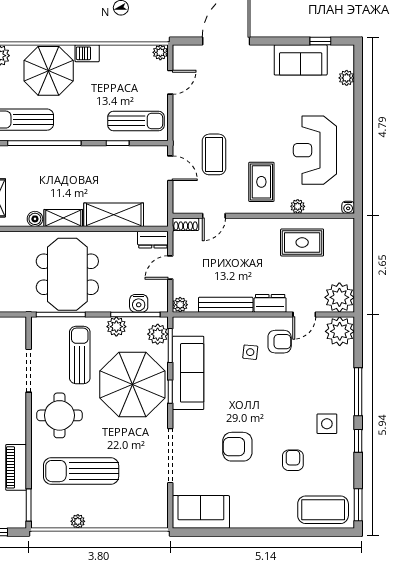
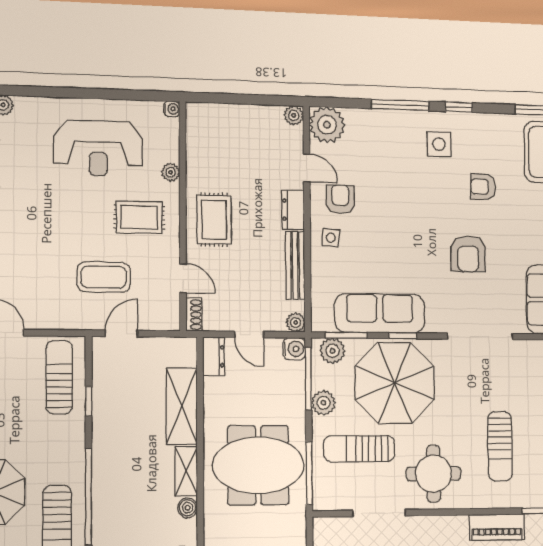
rug: (302, 242) -> (214, 220), moved
plant: (339, 297) -> (294, 115), width x0.53, depth x0.53
water cooler: (139, 303) -> (294, 349), moved
side table: (250, 352) -> (331, 238), moved
sun lounger: (81, 471) -> (500, 446), width x0.73, depth x0.75

